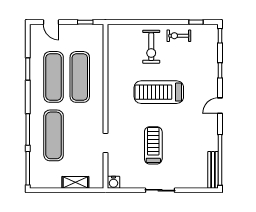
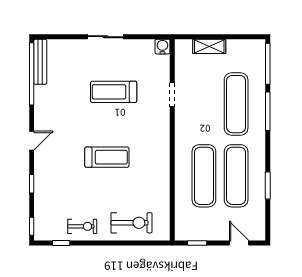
exercise bike: (151, 47) -> (132, 223), moved, turned 90
treadmill: (159, 92) -> (107, 157), width x0.73, depth x0.73
treadmill: (153, 145) -> (114, 92), turned 90

